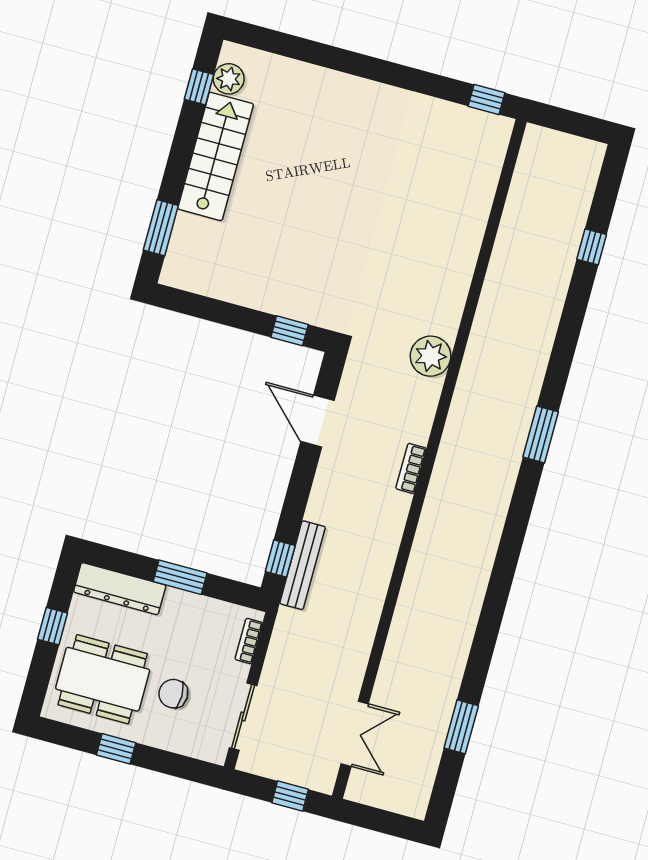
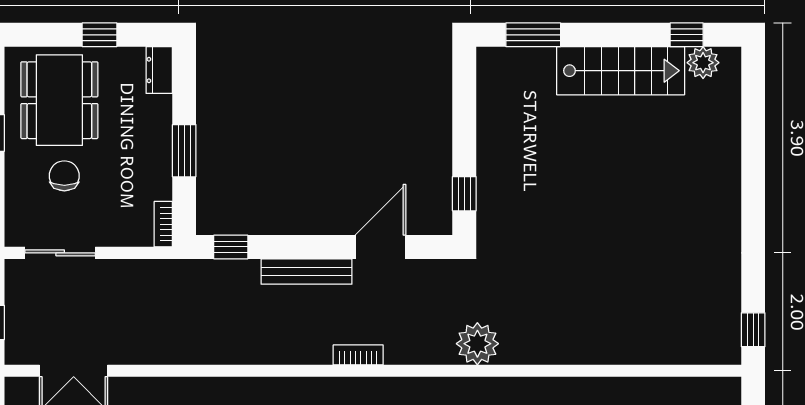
bench: (303, 565) -> (307, 272), moved
dresser: (120, 589) -> (159, 70), width x0.51, depth x0.80
bookcase: (249, 641) -> (163, 224), moved, turned -90

